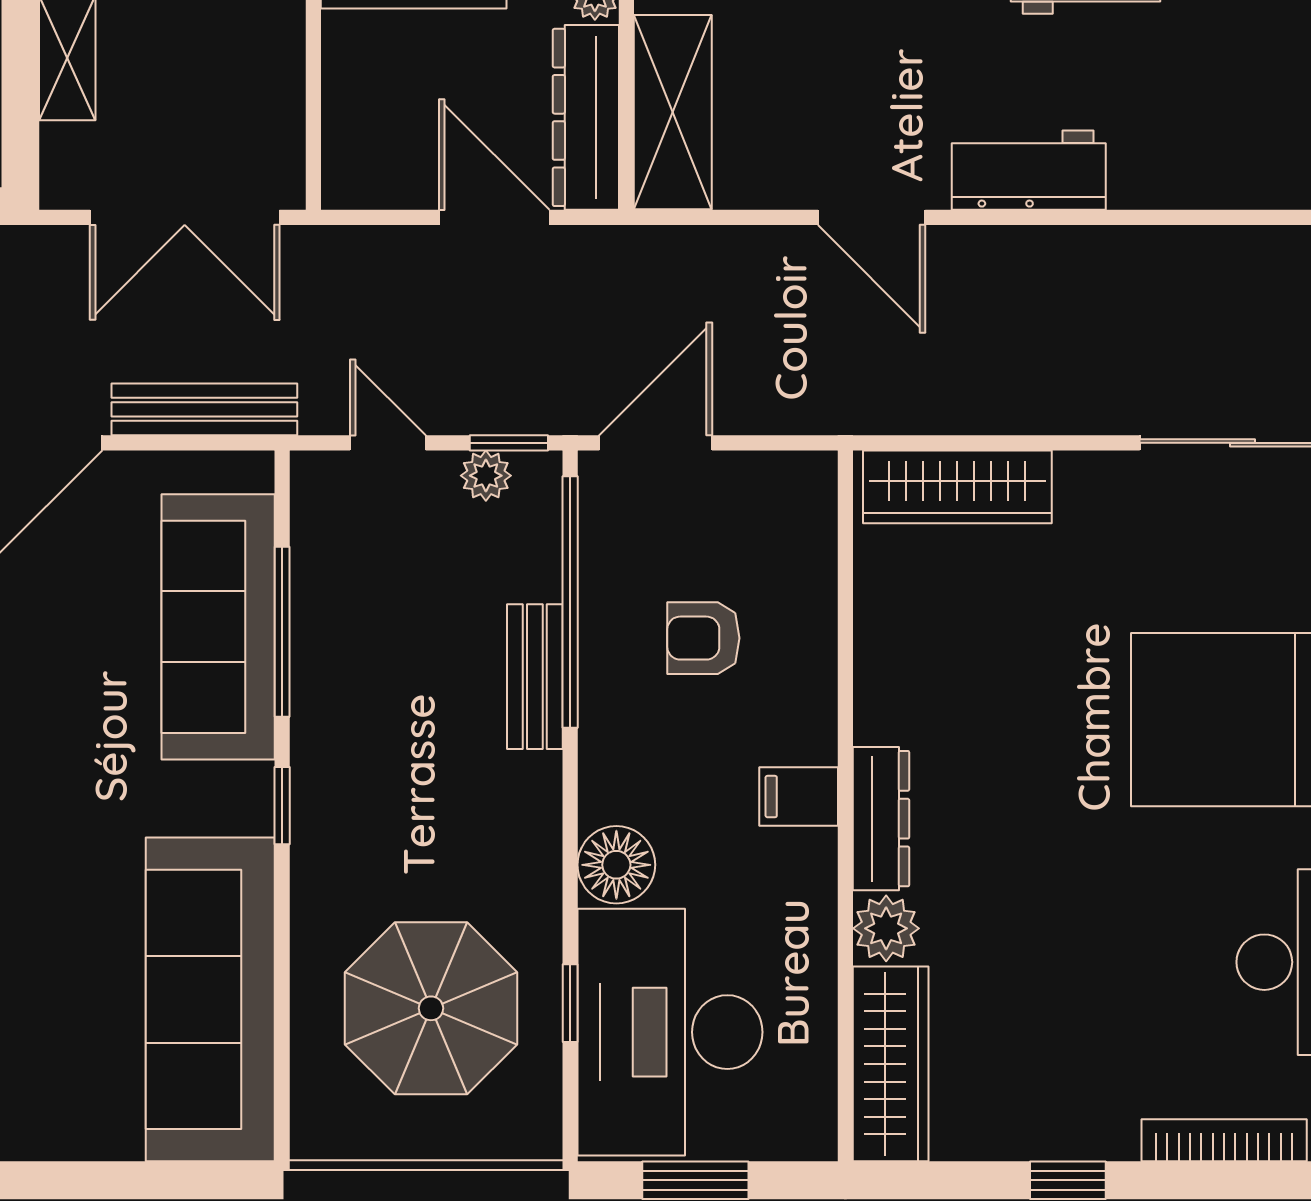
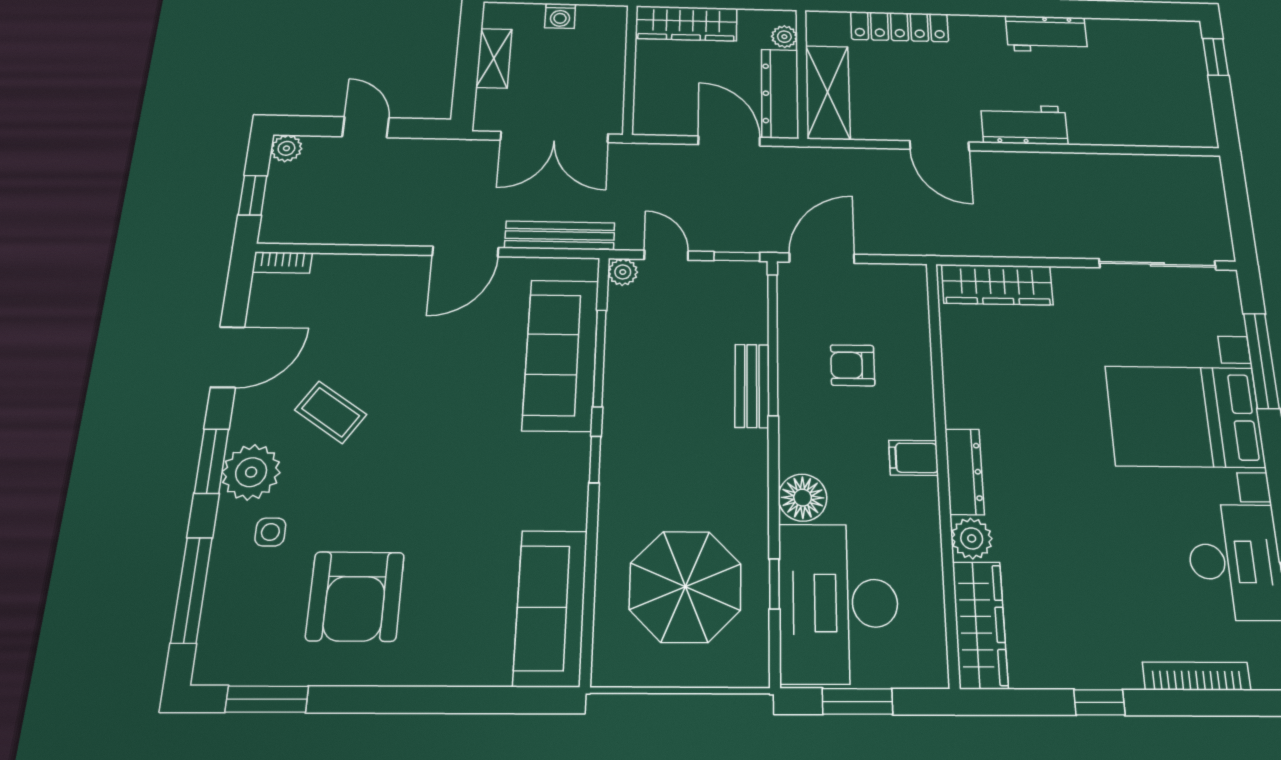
plant: (486, 476) -> (623, 272), moved
sofa: (210, 999) -> (551, 608), width x0.74, depth x0.79

